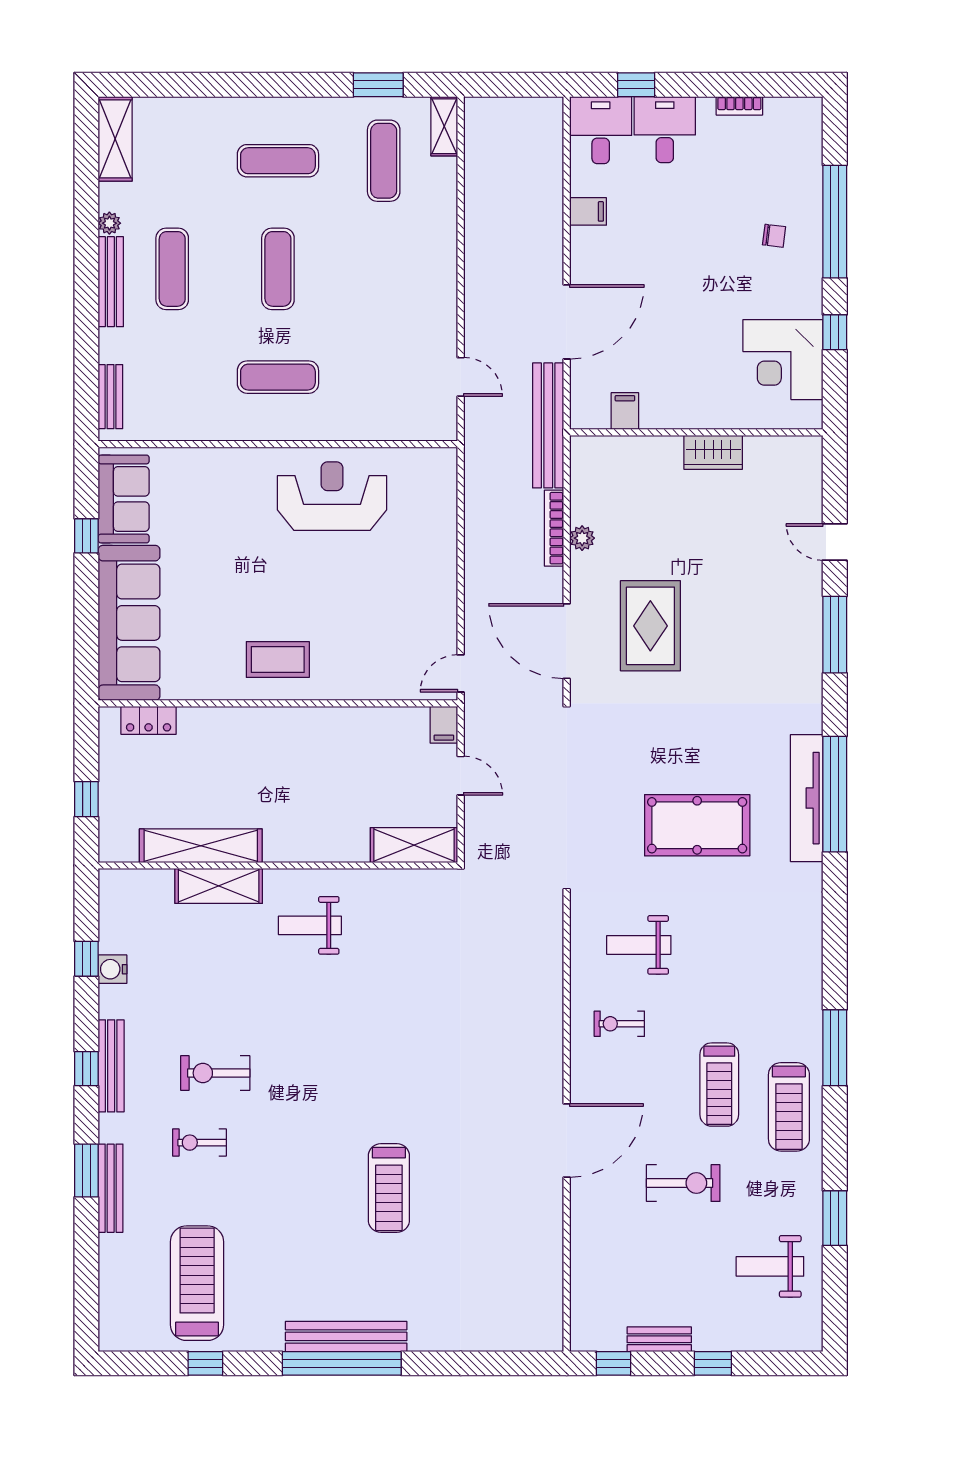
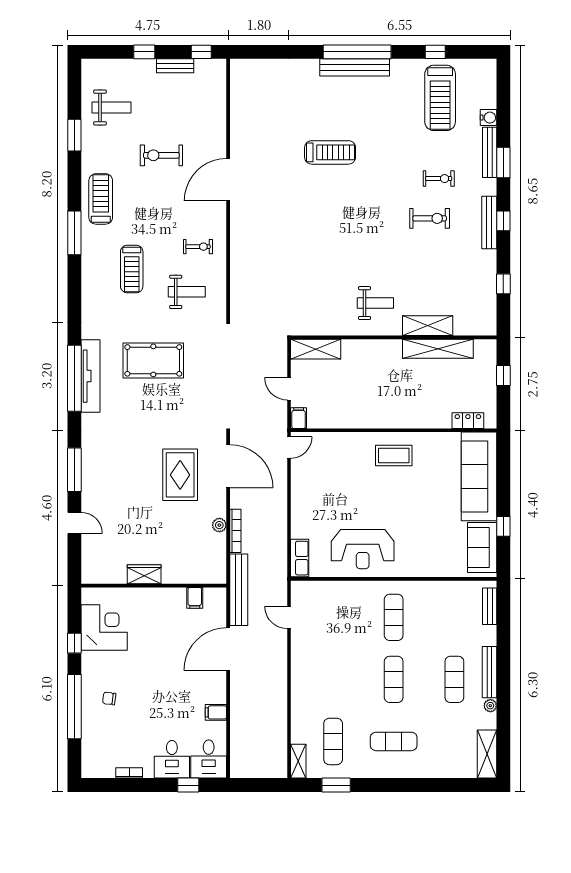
exercise mat: (278, 377) -> (394, 617), turned 90
row of seats: (442, 481) -> (300, 558), added
water cooler: (113, 969) -> (489, 118), moved
treadmill: (719, 1085) -> (132, 269), moved, turned 180
treadmill: (389, 1188) -> (330, 152), turned 90

